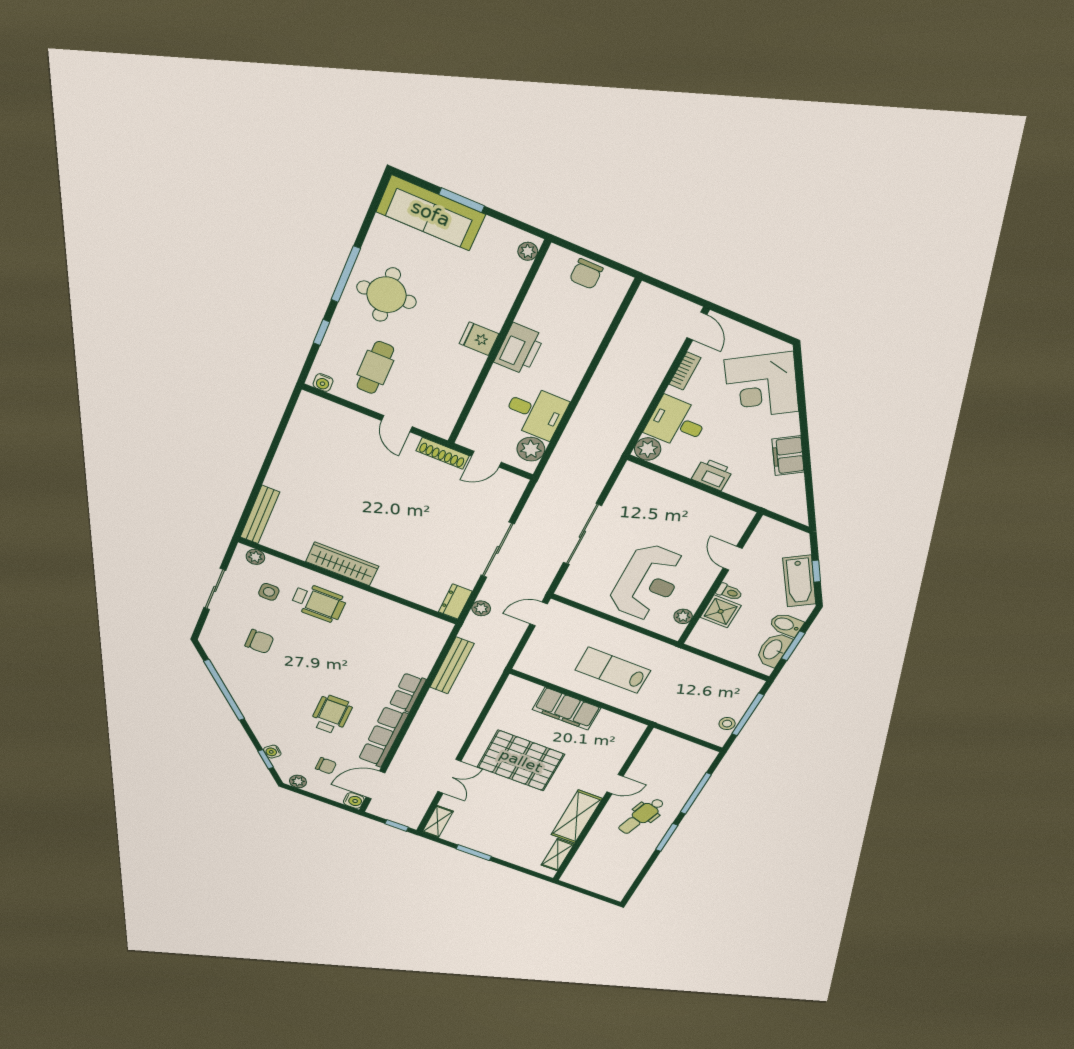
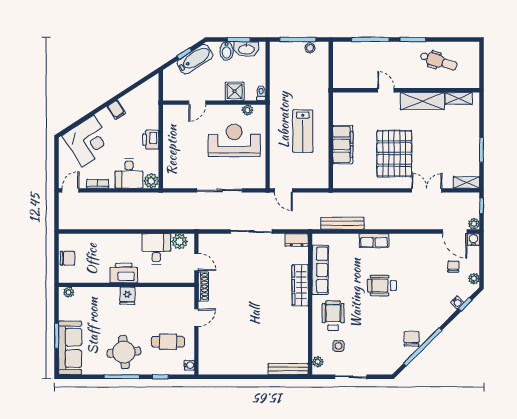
filing cabinet: (788, 456) -> (116, 110), width x0.50
wardrobe: (342, 564) -> (300, 285), moved
toilet: (729, 592) -> (261, 93), moved
plant: (481, 608) -> (474, 224), moved
chair: (259, 642) -> (412, 339), moved
wheelchair: (331, 714) -> (382, 286), moved
row of seats: (383, 737) -> (320, 270), moved, turned -90
dental chair: (641, 816) -> (439, 61), moved

